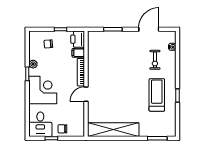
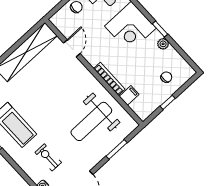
printer: (78, 39) -> (142, 108), removed
weight bench: (113, 58) -> (91, 121), added
door: (86, 94) -> (72, 48), moved

